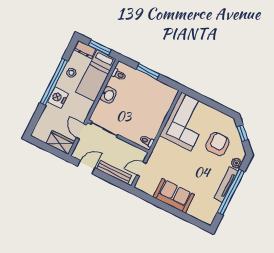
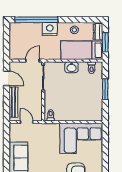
window: (54, 82) -> (36, 20), moved
wardrobe: (60, 143) -> (16, 49), removed

